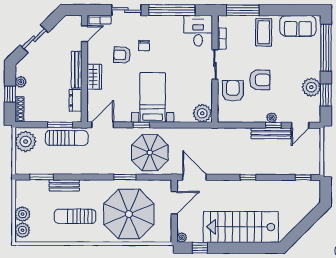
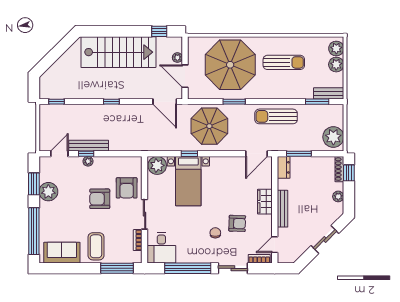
window: (10, 94) -> (349, 173), moved
bed with nightstands: (153, 97) -> (188, 181), moved
dresser: (76, 100) -> (284, 167), moved
window: (141, 125) -> (189, 154), moved
sun lounger: (67, 138) -> (276, 116), moved
bench: (64, 185) -> (329, 93), moved
door: (174, 203) -> (185, 76), hinge flipped
plant: (182, 238) -> (177, 58), moved

